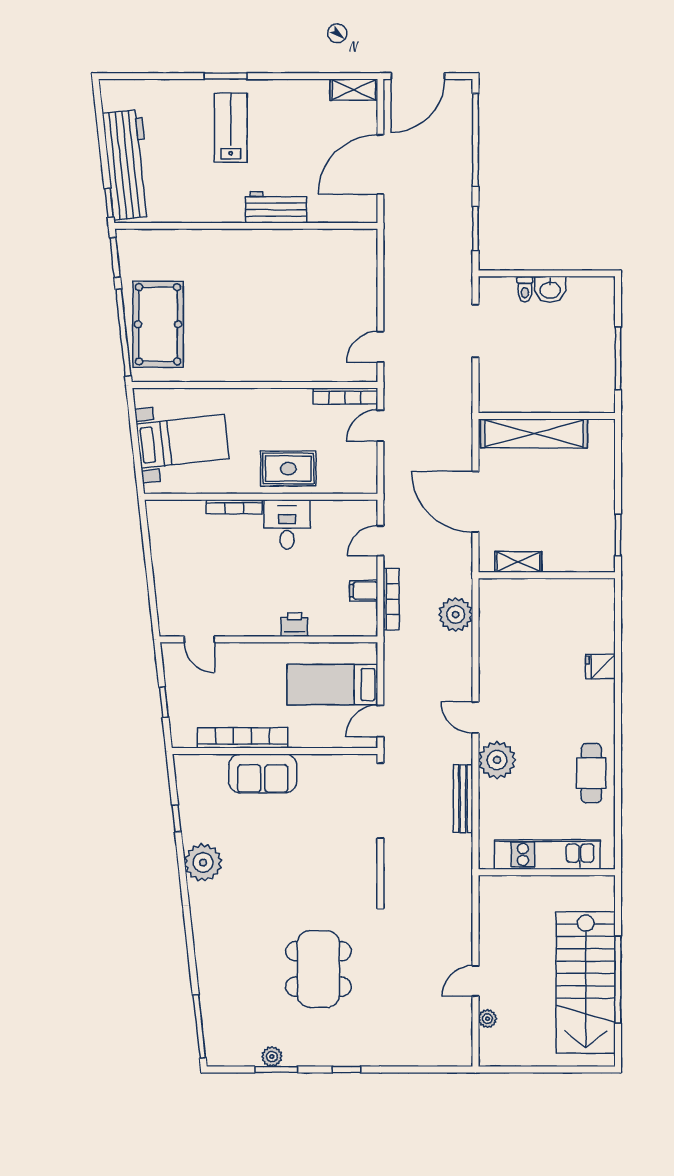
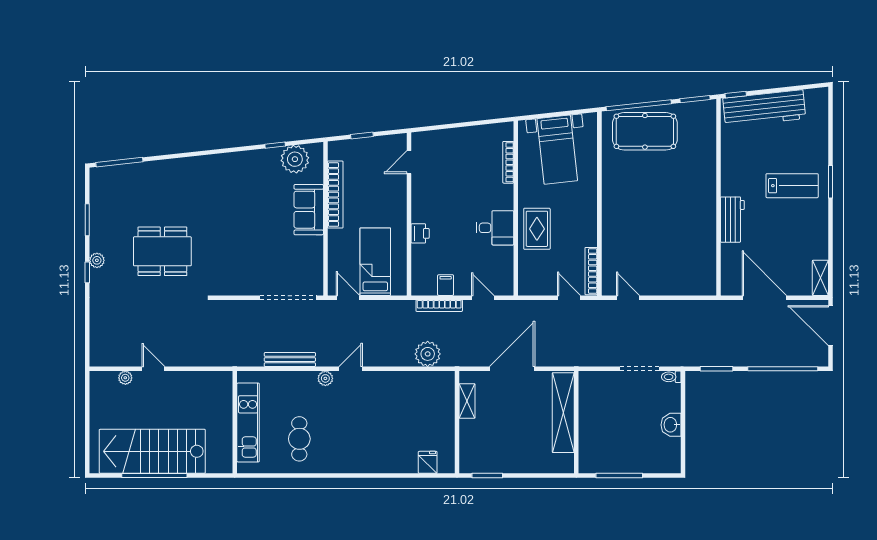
toilet: (525, 289) -> (671, 377), moved
bookcase: (234, 507) -> (508, 162), moved
fridge: (600, 666) -> (428, 462), moved
plant: (497, 760) -> (325, 378), width x0.53, depth x0.53
cafe table: (591, 773) -> (299, 439), moved, turned 90
plant: (203, 862) -> (295, 159), moved
plant: (272, 1057) -> (97, 260), moved

